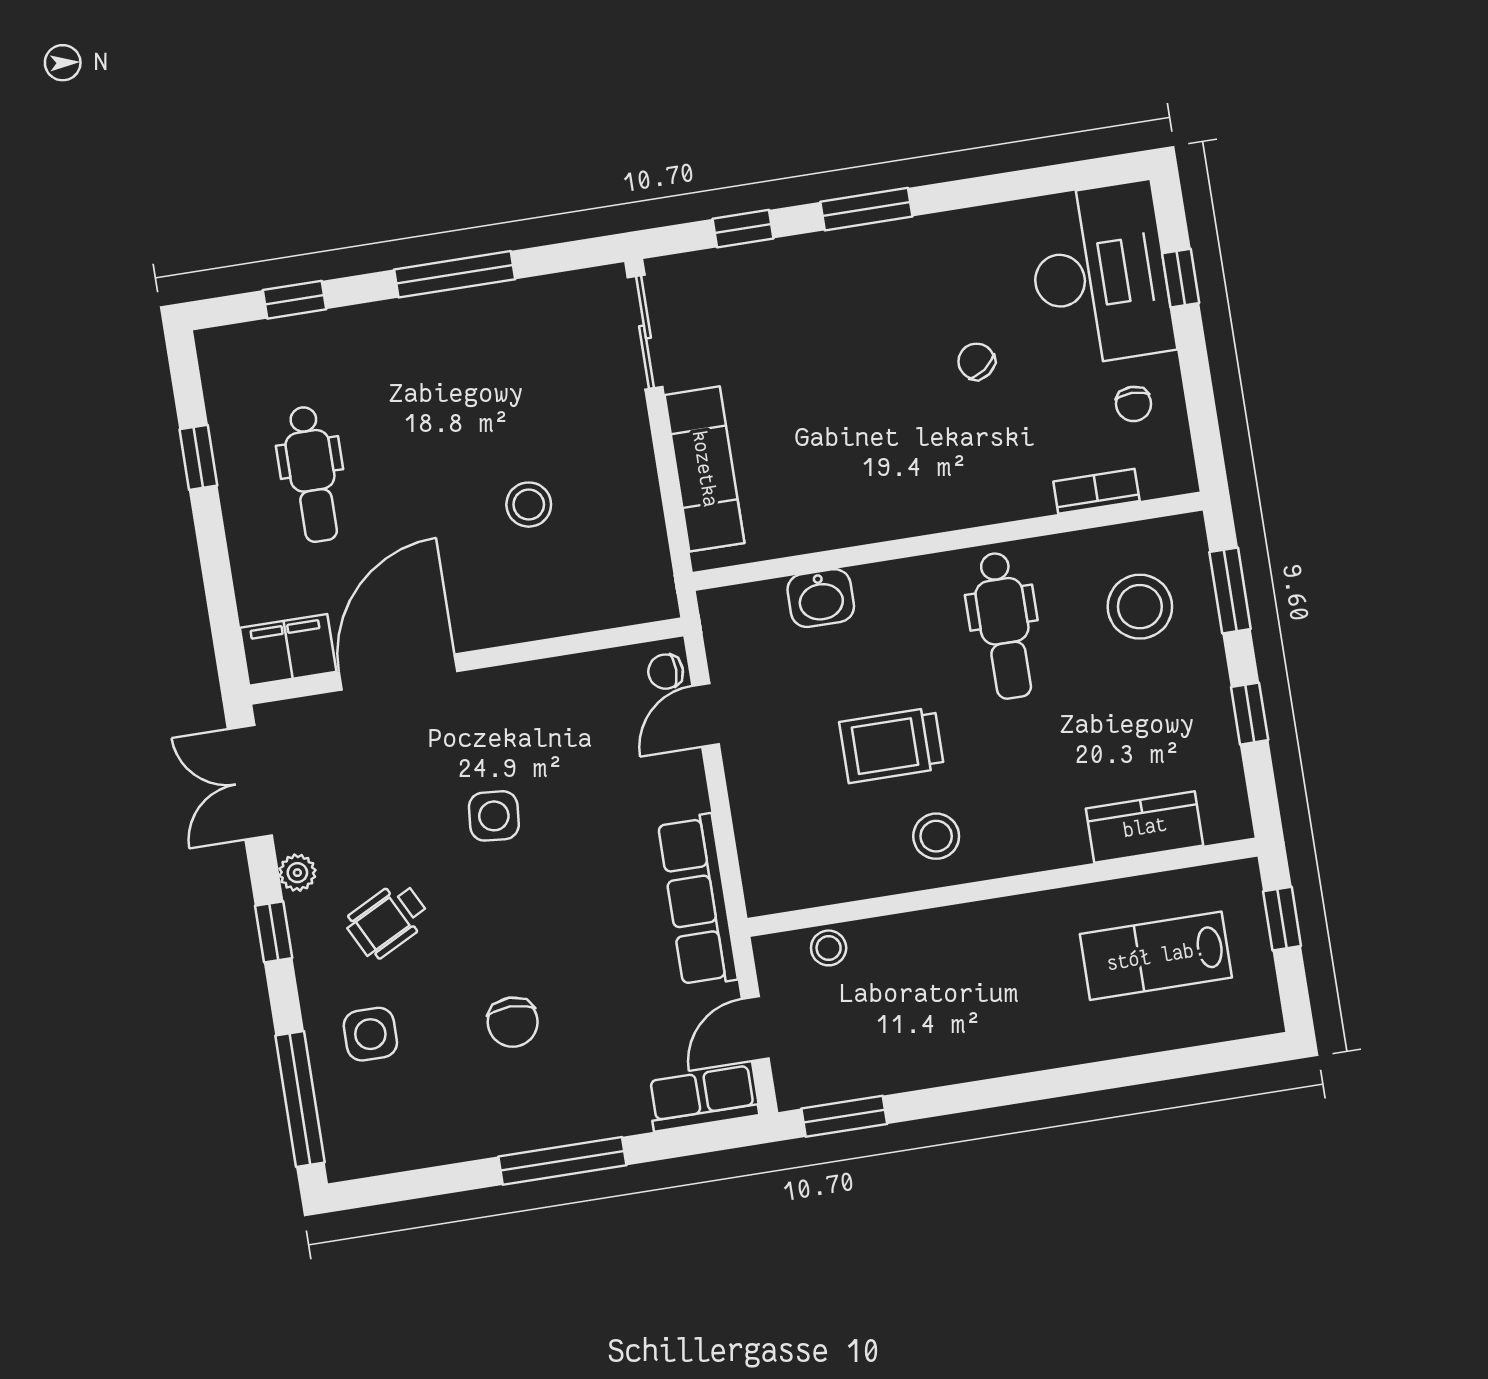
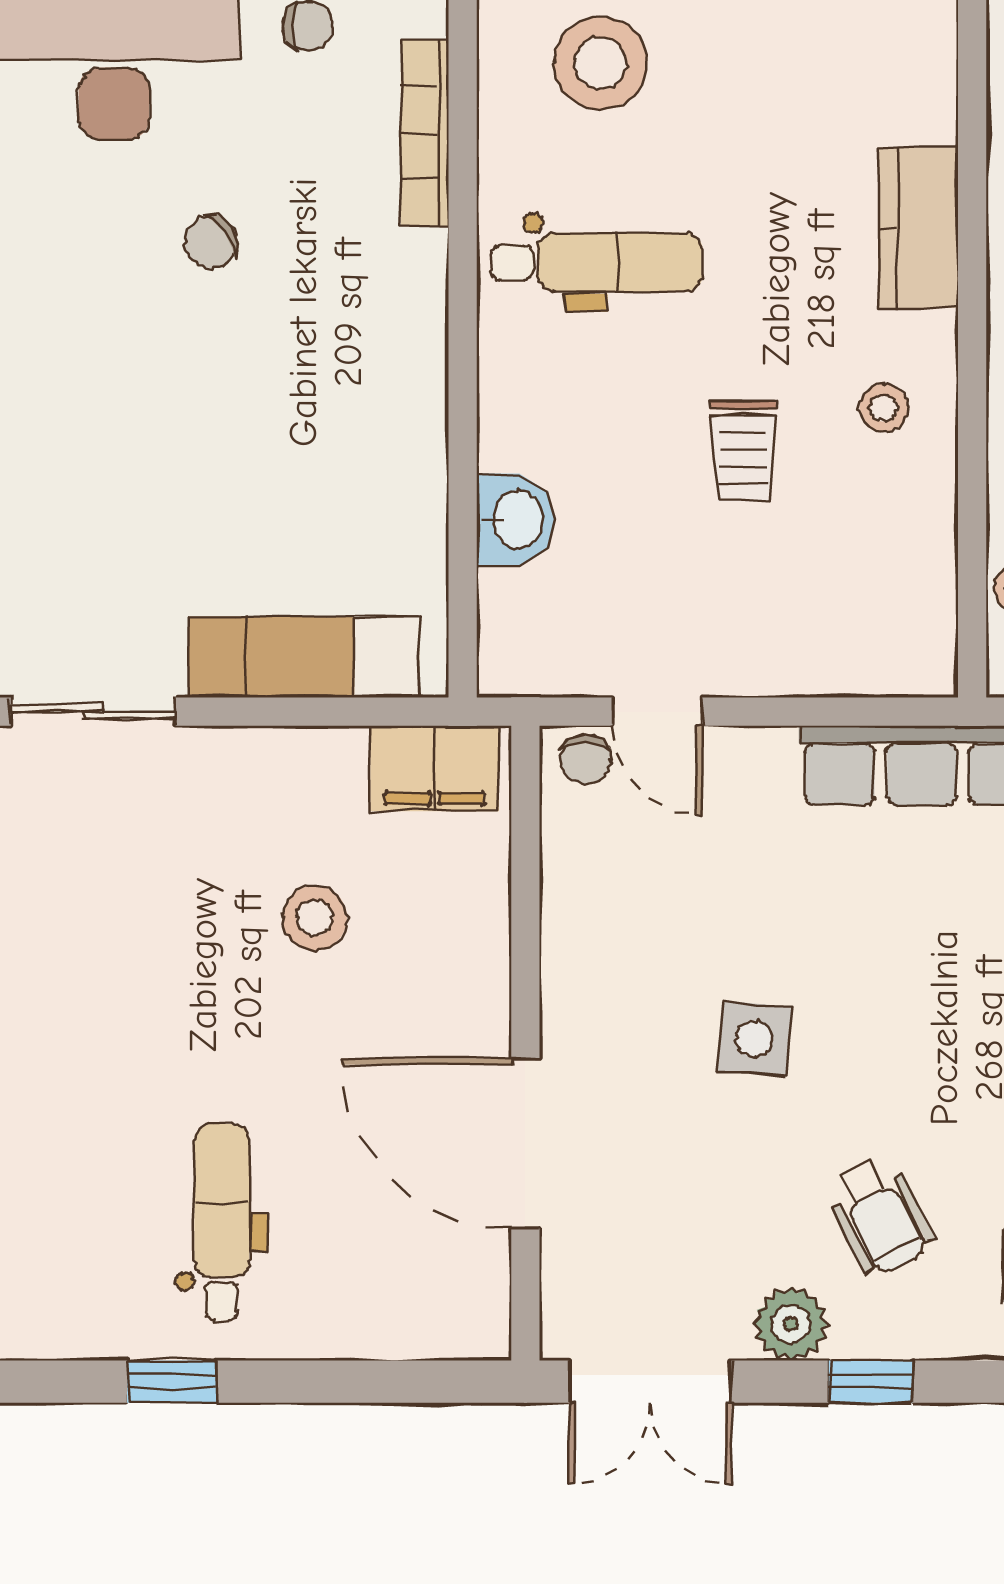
dental chair: (312, 474) -> (222, 1222), turned -90
bookcase: (1096, 491) -> (425, 133), width x1.56
filing cabinet: (288, 650) -> (435, 768), moved, turned -90
trolley: (892, 745) -> (743, 451), width x0.73, depth x0.72
kitchen counter: (1145, 827) -> (918, 228), moved
stool: (936, 836) -> (884, 408), width x0.73, depth x0.73
plant: (297, 873) -> (791, 1324), width x1.38, depth x1.38

